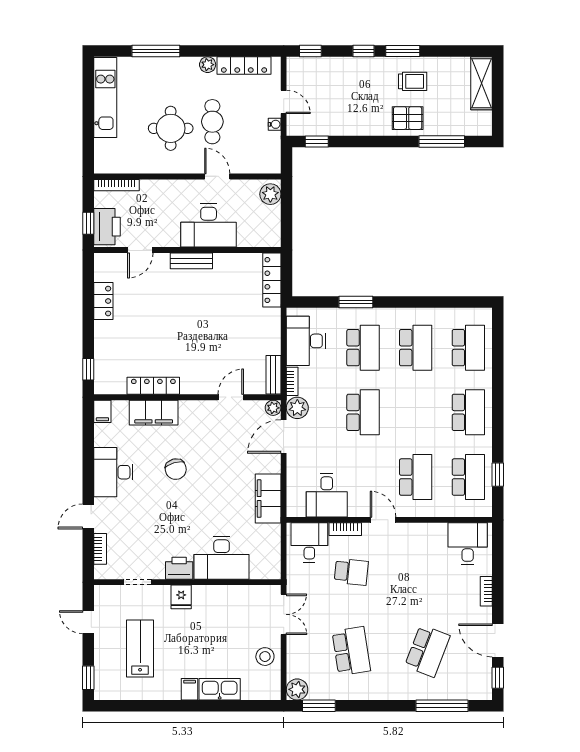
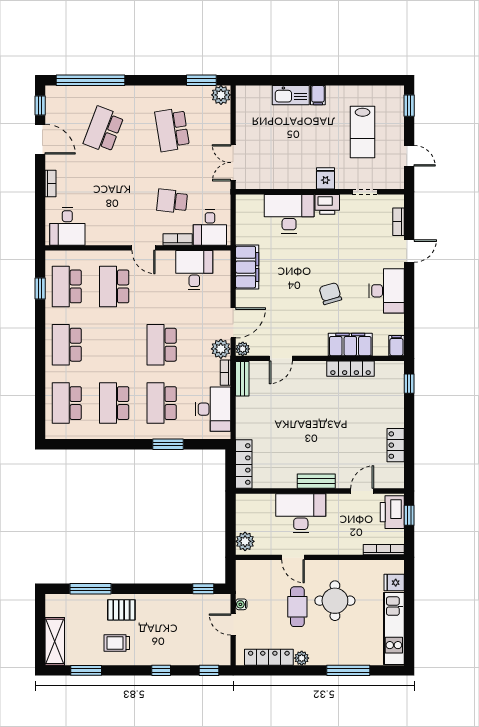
window: (403, 51) -> (86, 670), moved
fridge: (105, 148) -> (394, 583), added
stool: (265, 657) -> (250, 125), removed
window: (442, 706) -> (90, 80), width x1.46

